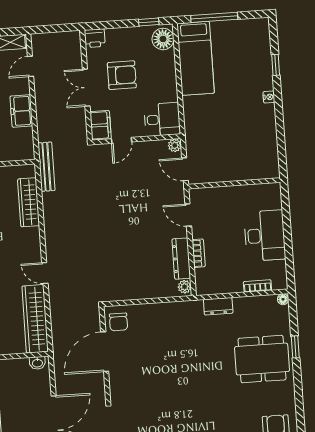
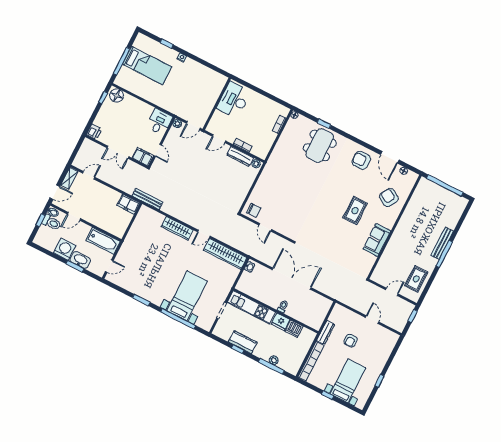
bed: (196, 58) -> (147, 65), moved
door: (30, 66) -> (89, 175), swing flipped
armchair: (122, 75) -> (123, 129), removed
freezer: (21, 111) -> (128, 204), moved
wardrobe: (29, 202) -> (177, 228), moved
desk: (265, 236) -> (234, 100), moved, turned -90
dresser: (218, 306) -> (277, 152), removed
door: (105, 352) -> (265, 227), width x0.53

